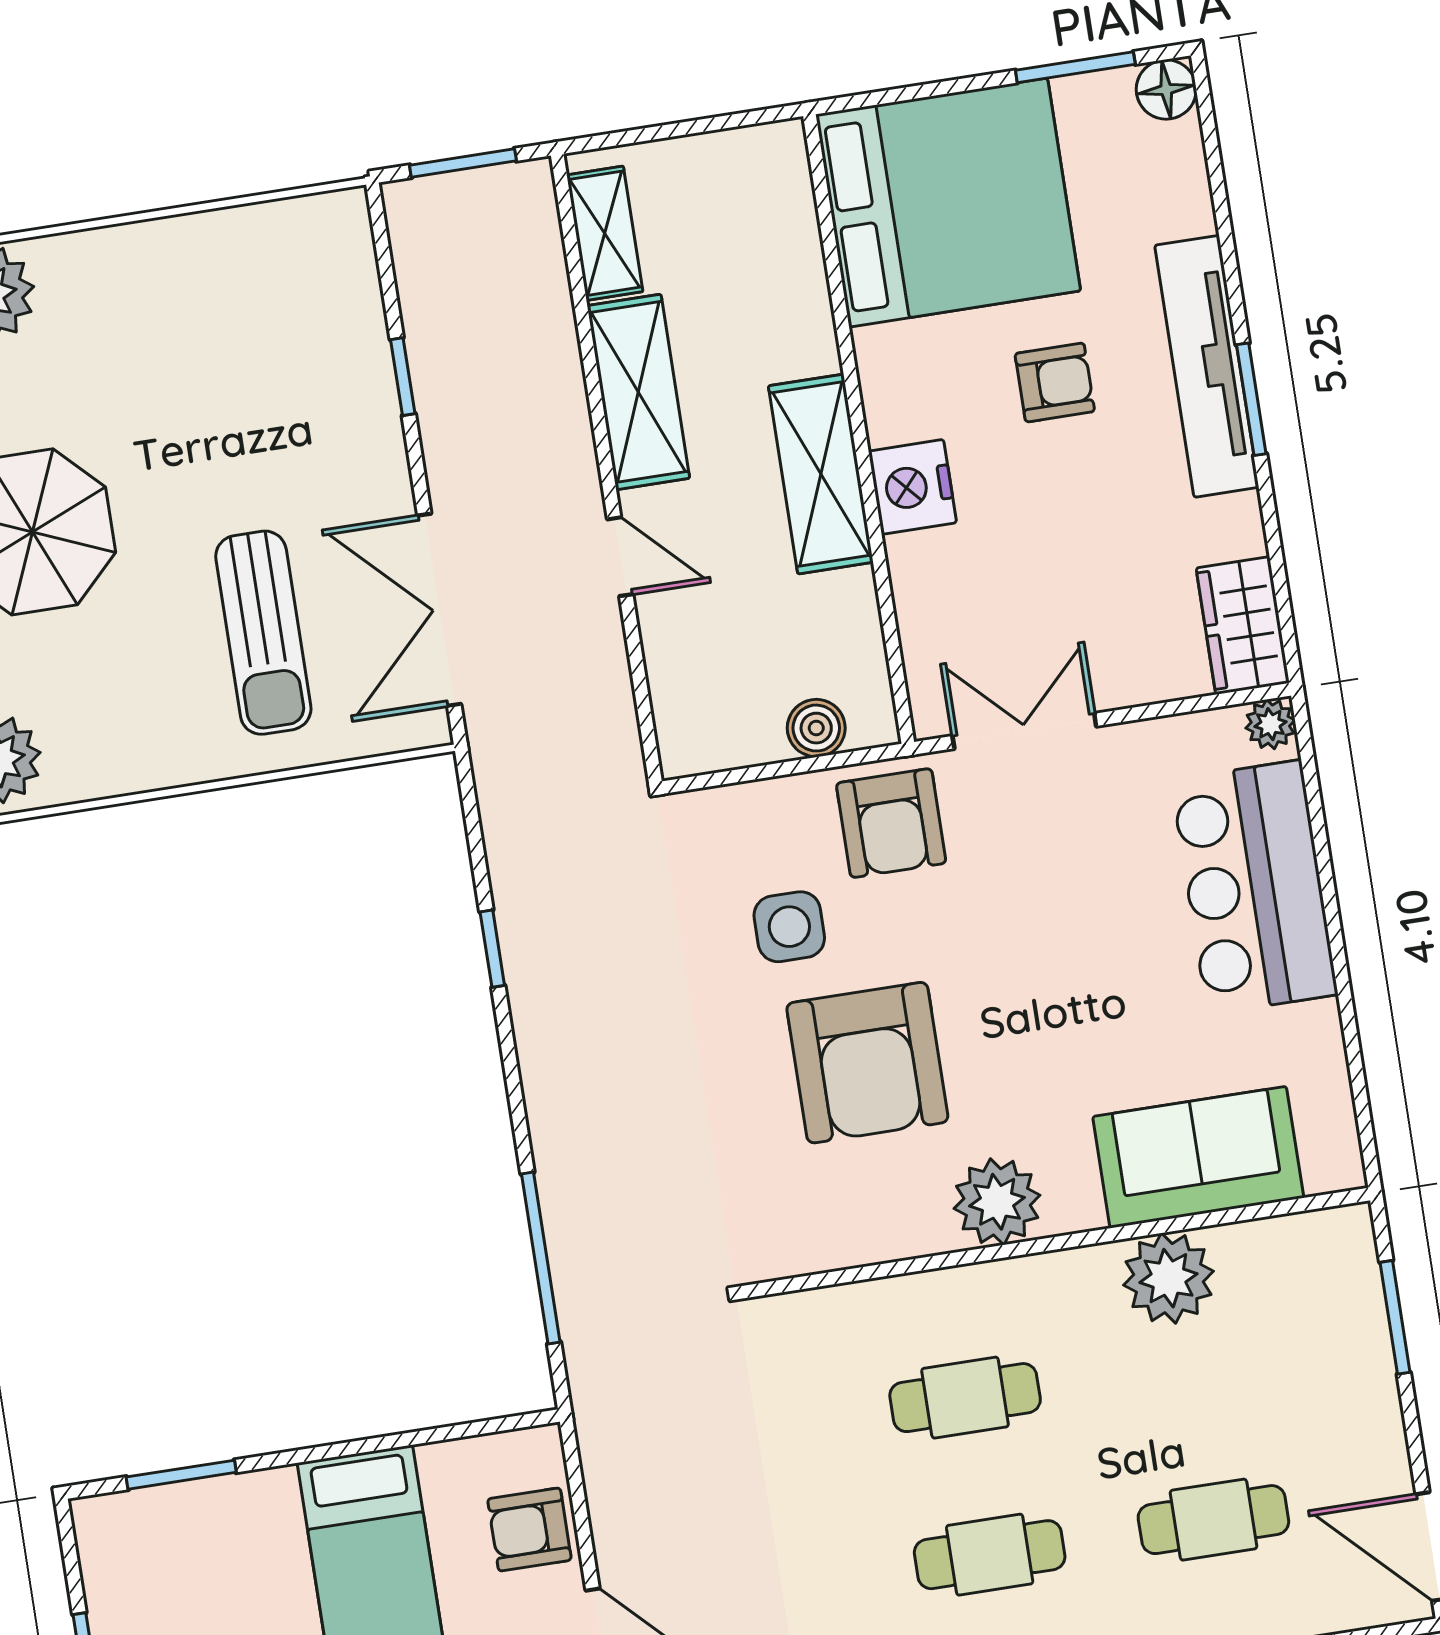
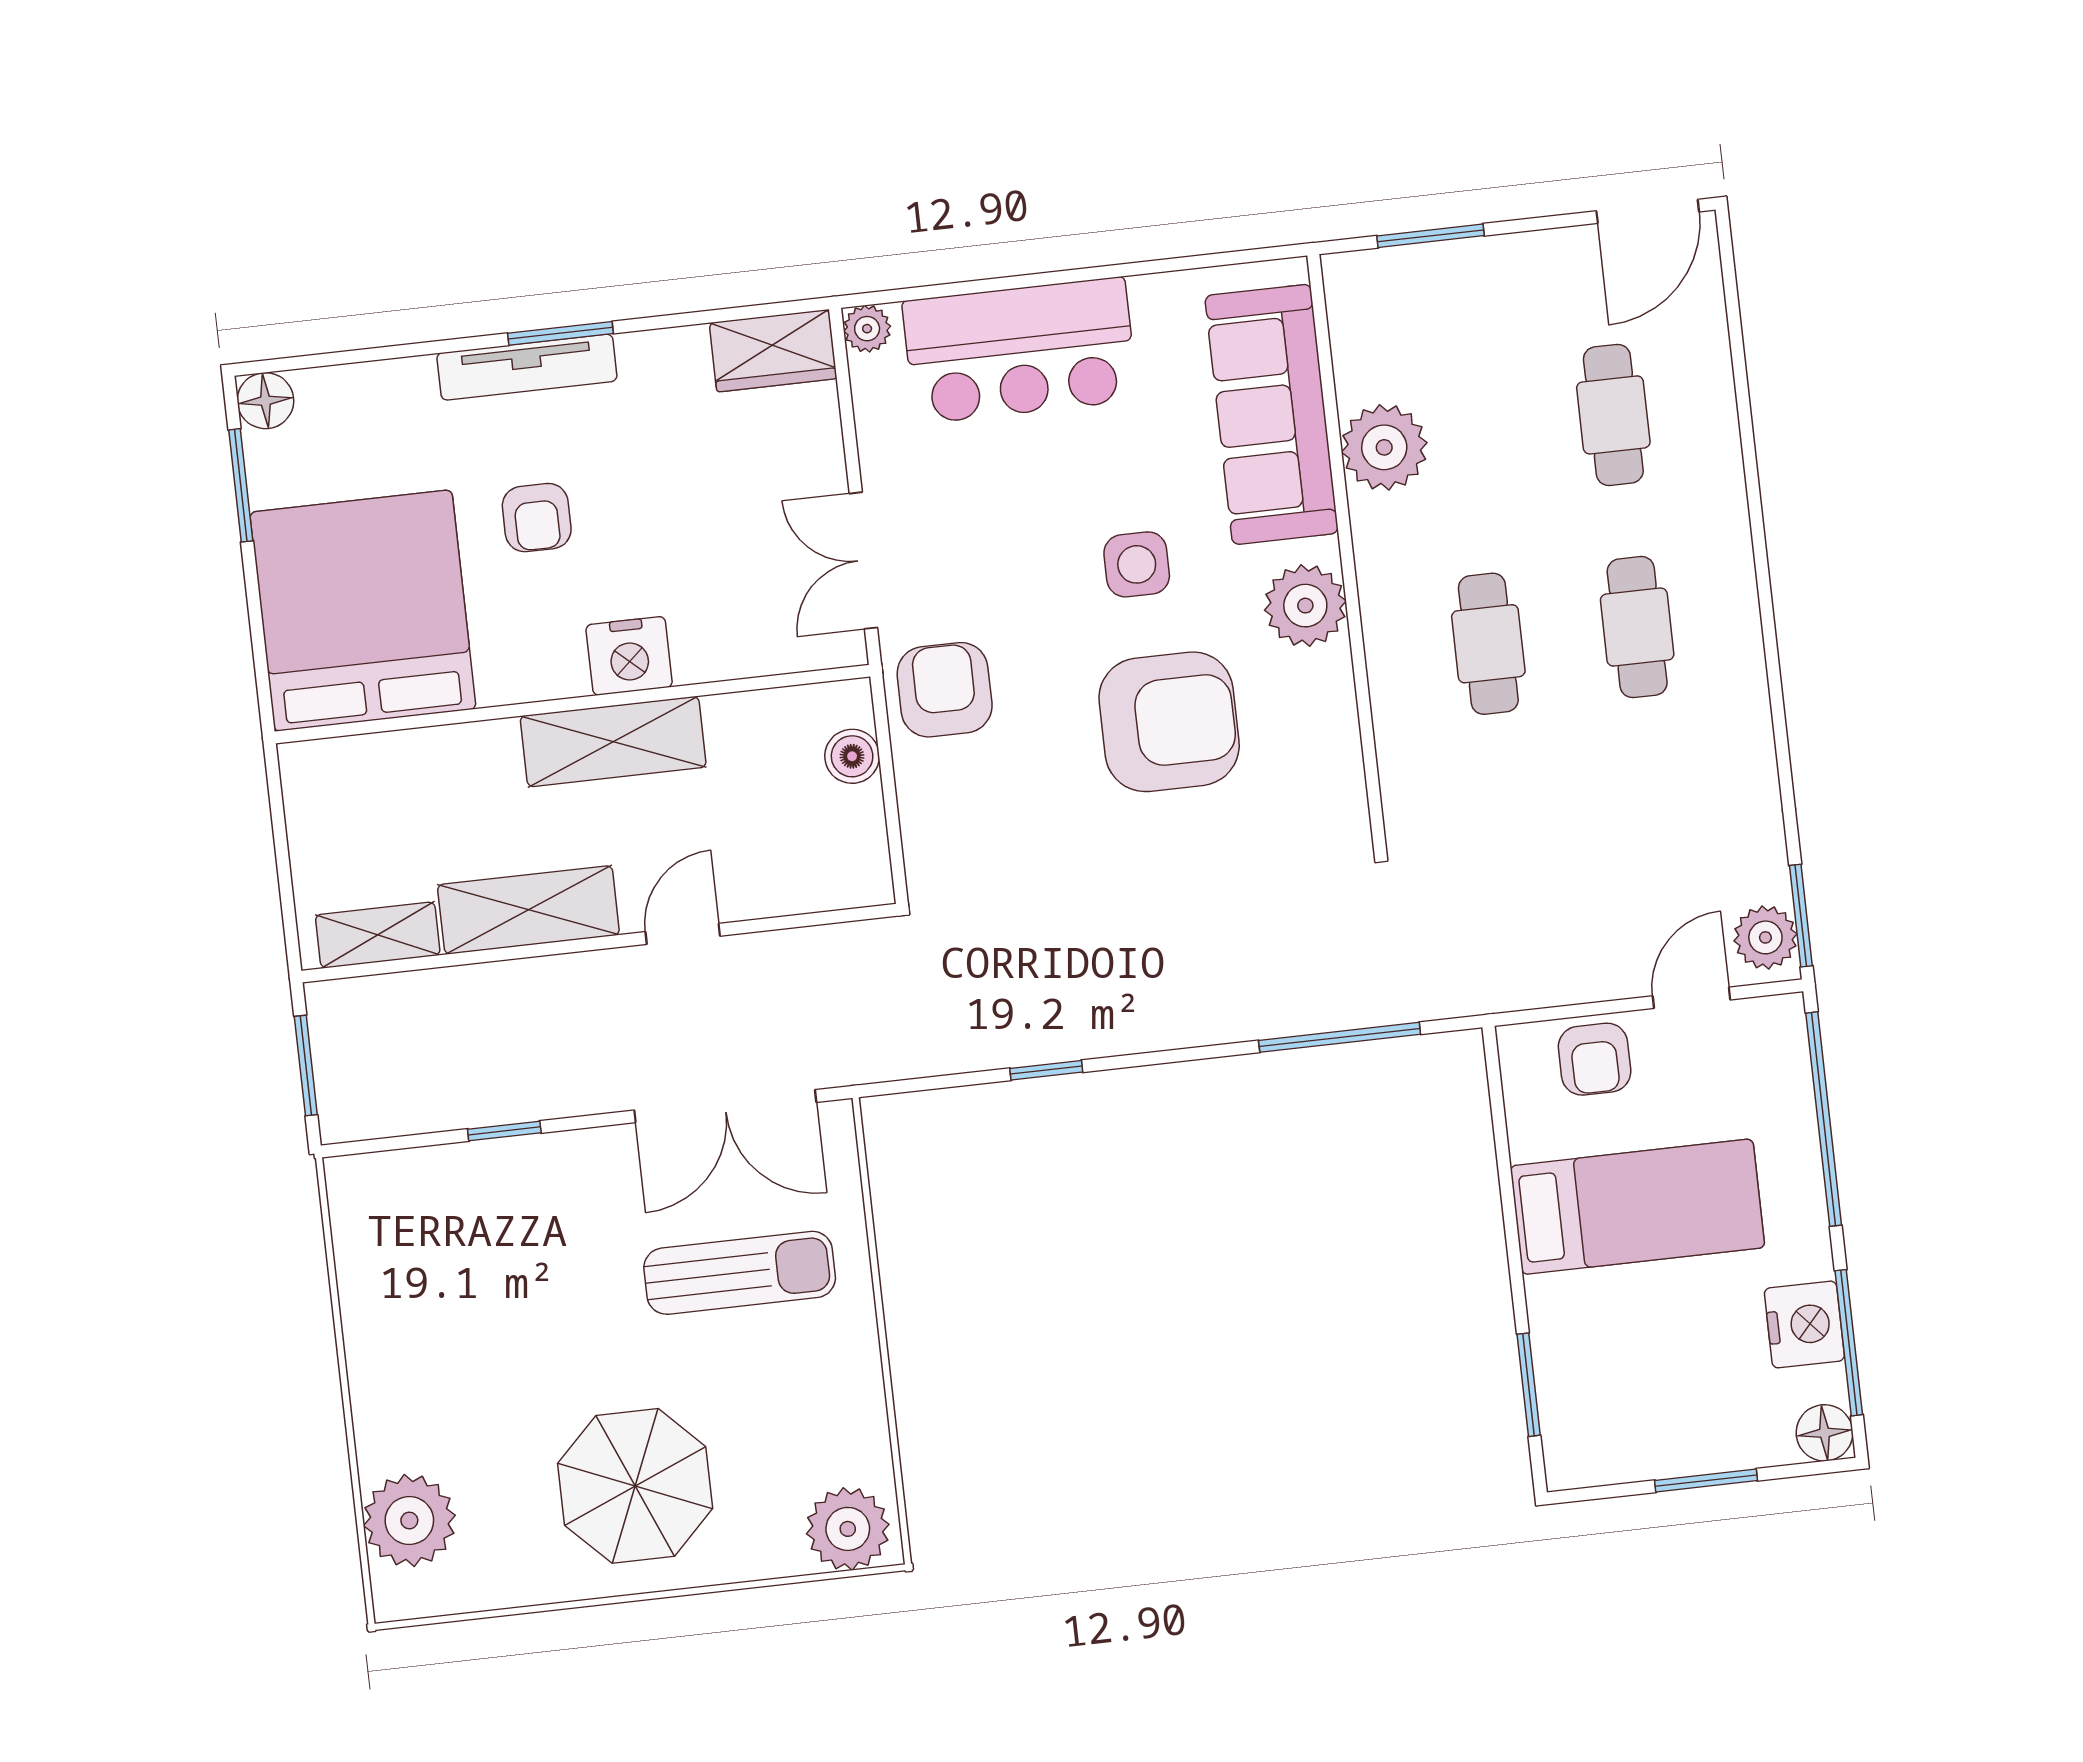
tv unit: (1207, 366) -> (527, 367), width x0.73, depth x0.78
armchair: (1055, 383) -> (537, 518), turned 180
armchair: (891, 823) -> (945, 690), turned -90
side table: (789, 927) -> (1137, 564), moved
sofa: (1198, 1157) -> (1272, 414), width x1.36

